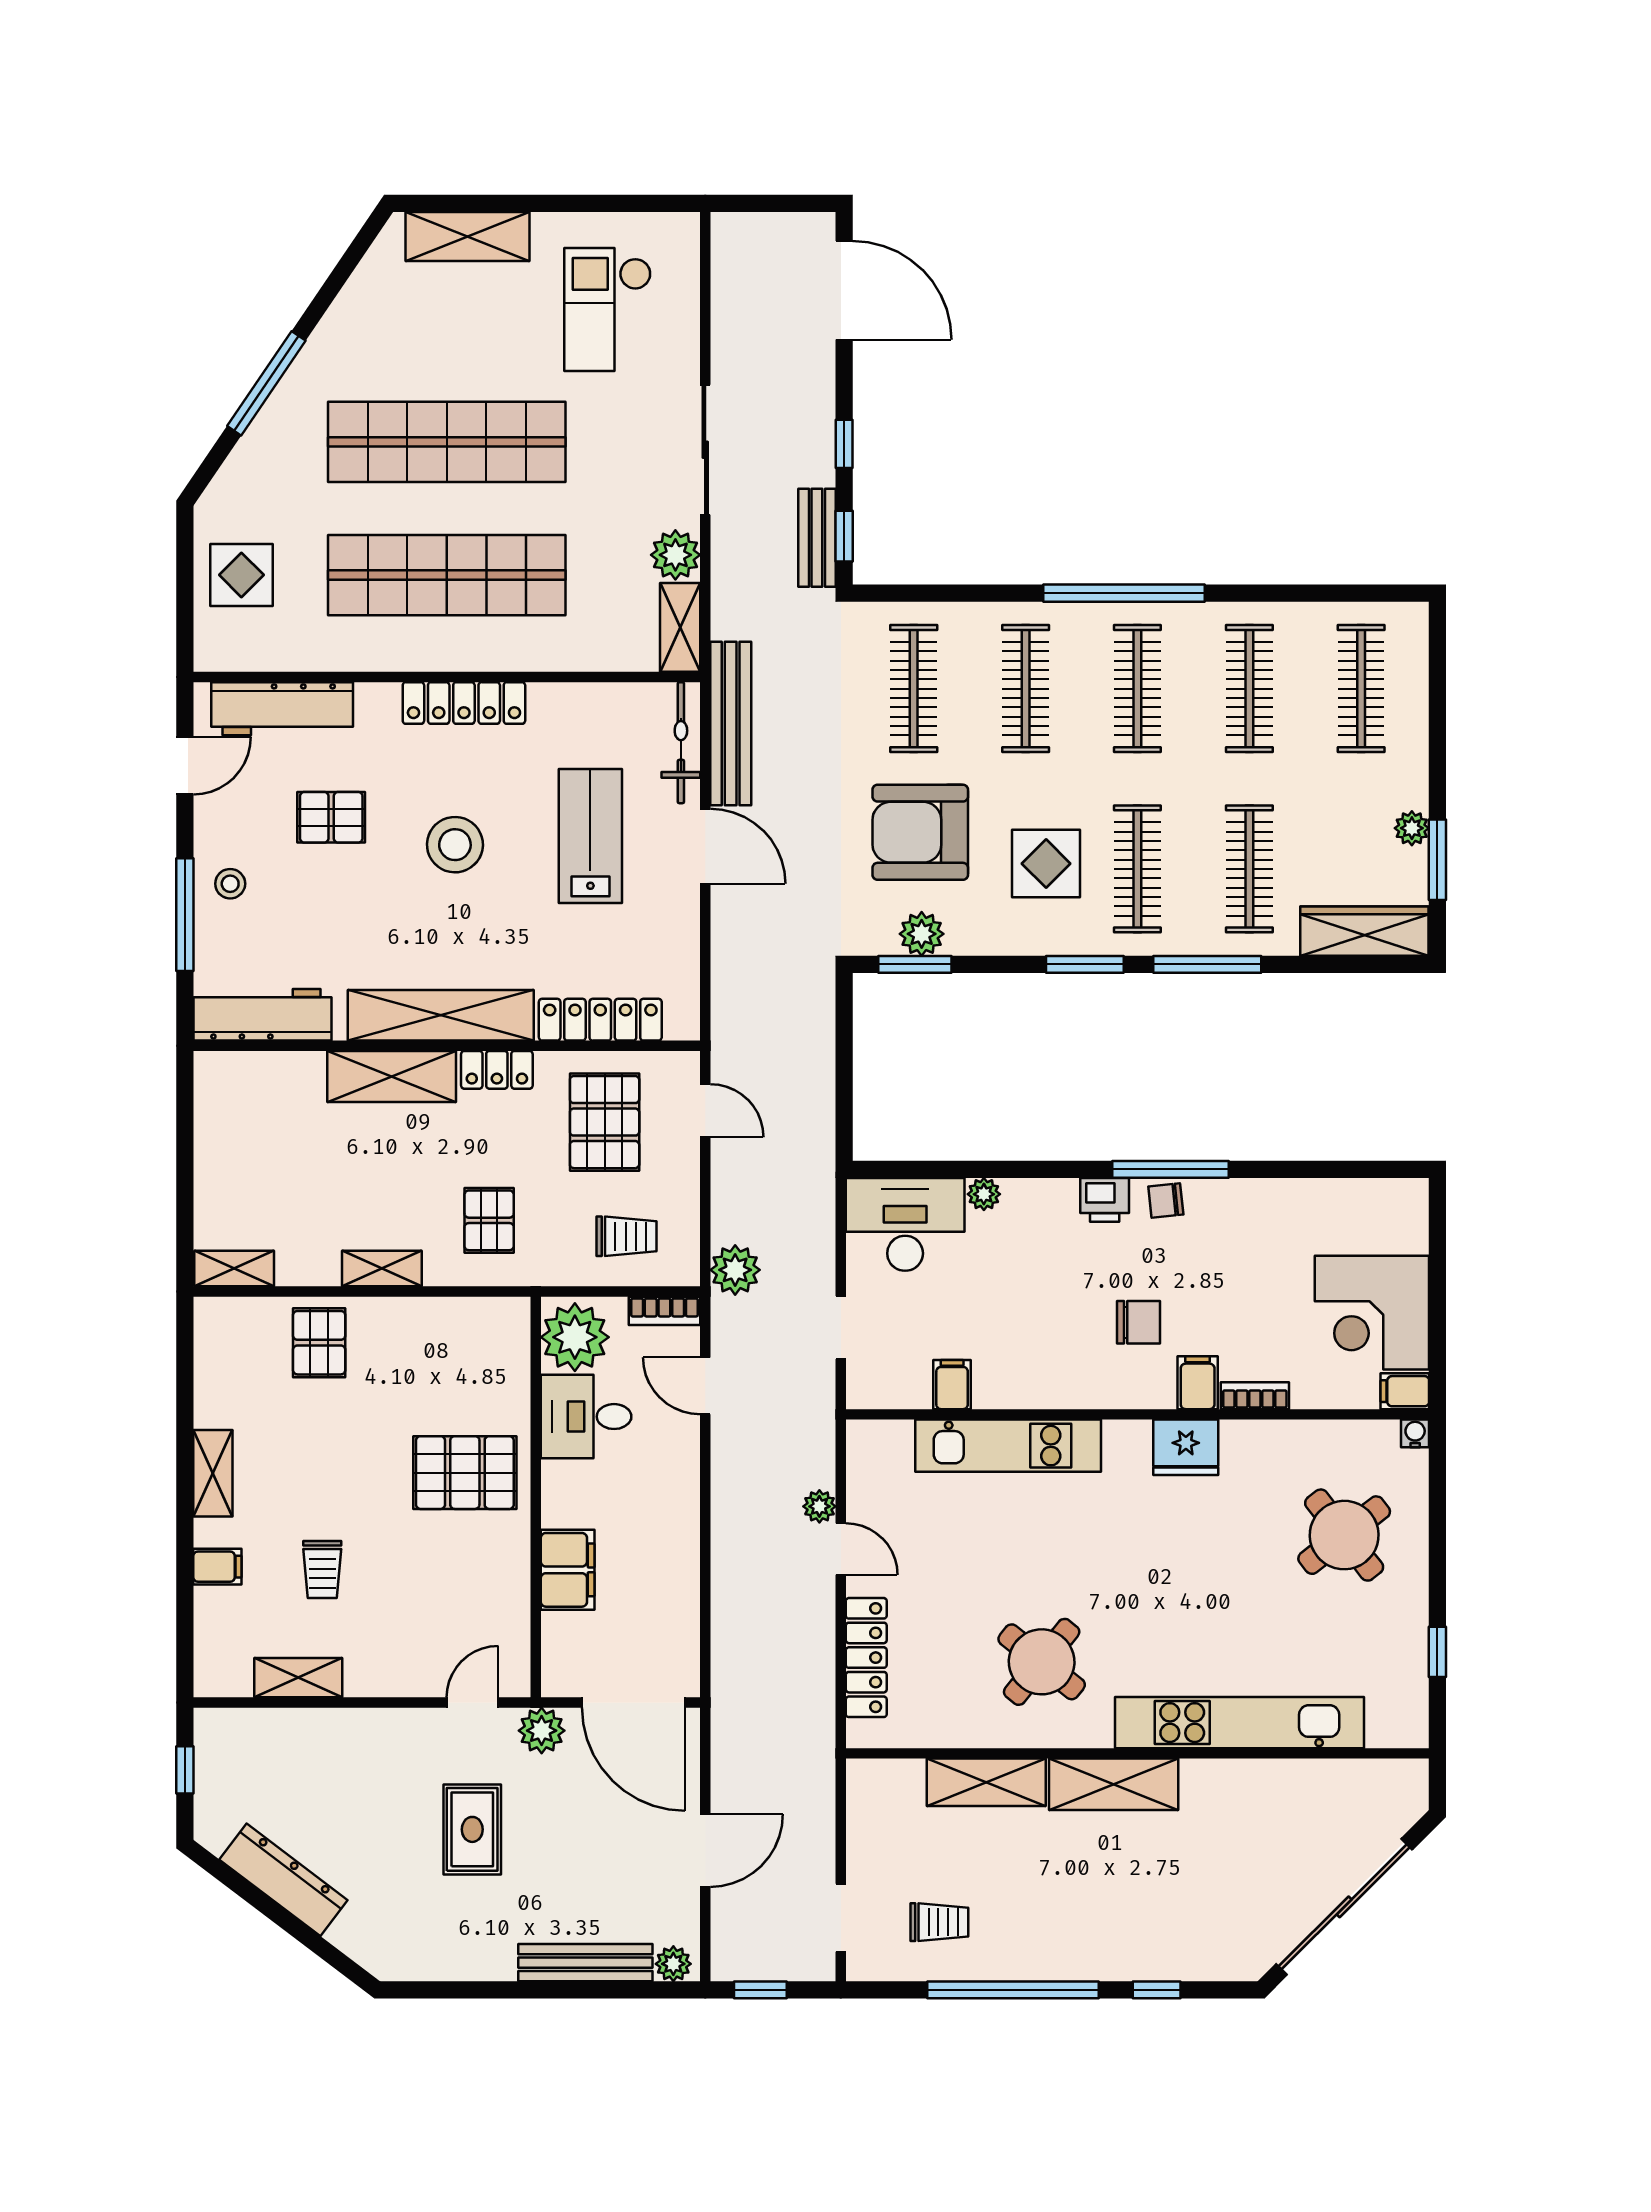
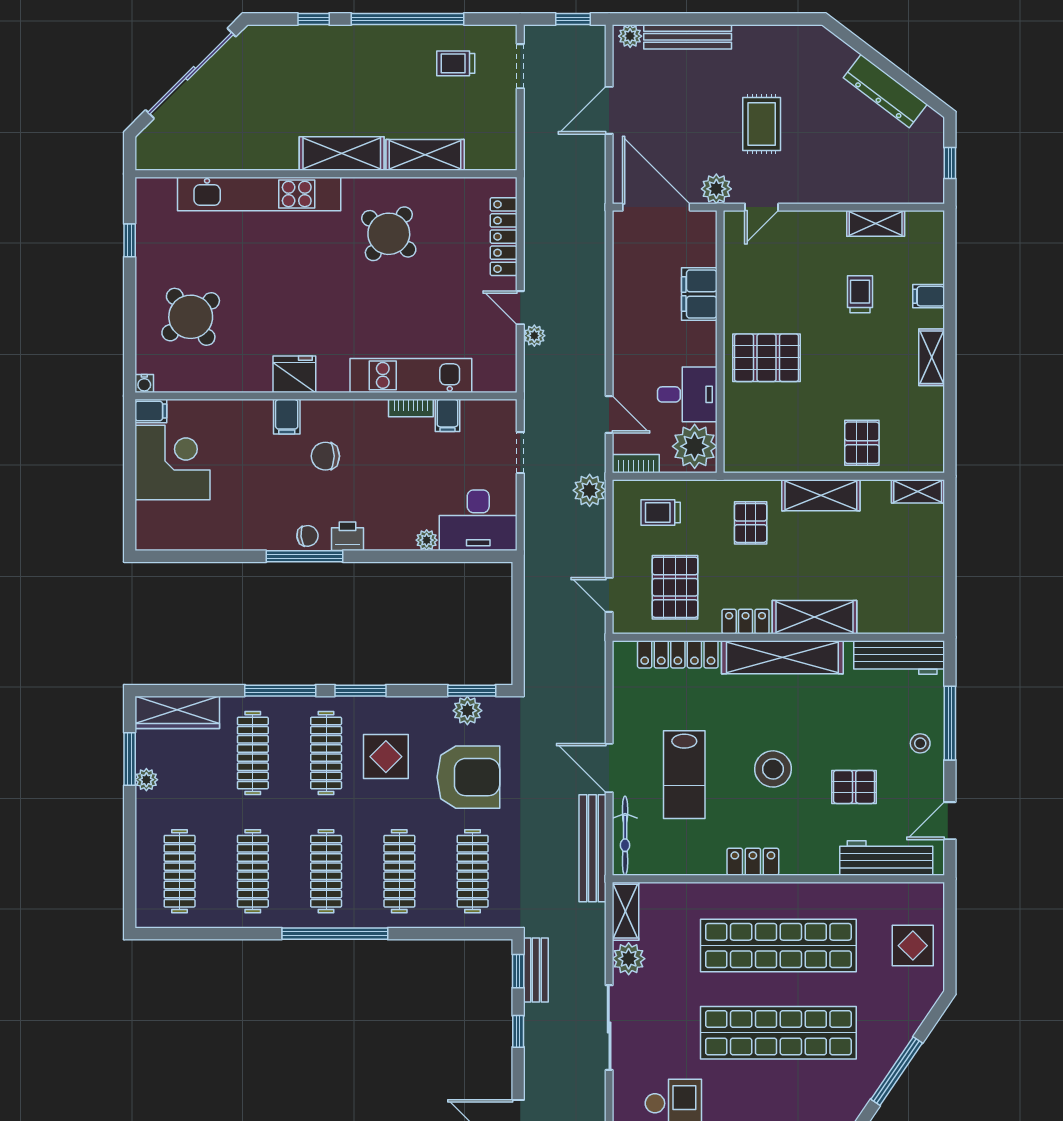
locker: (464, 703) -> (753, 862), width x0.66
shelving: (382, 1269) -> (821, 495), width x1.50, depth x1.33
bookcase: (1255, 1396) -> (411, 408), moved

